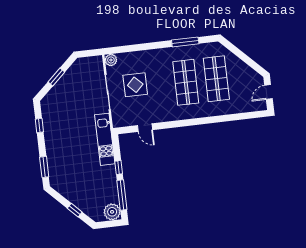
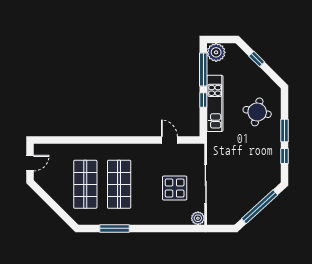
window: (56, 77) -> (260, 207), width x2.11
kitchen unit: (105, 139) -> (215, 103), moved
round table: (69, 162) -> (257, 112), added
window: (44, 167) -> (284, 130), moved

